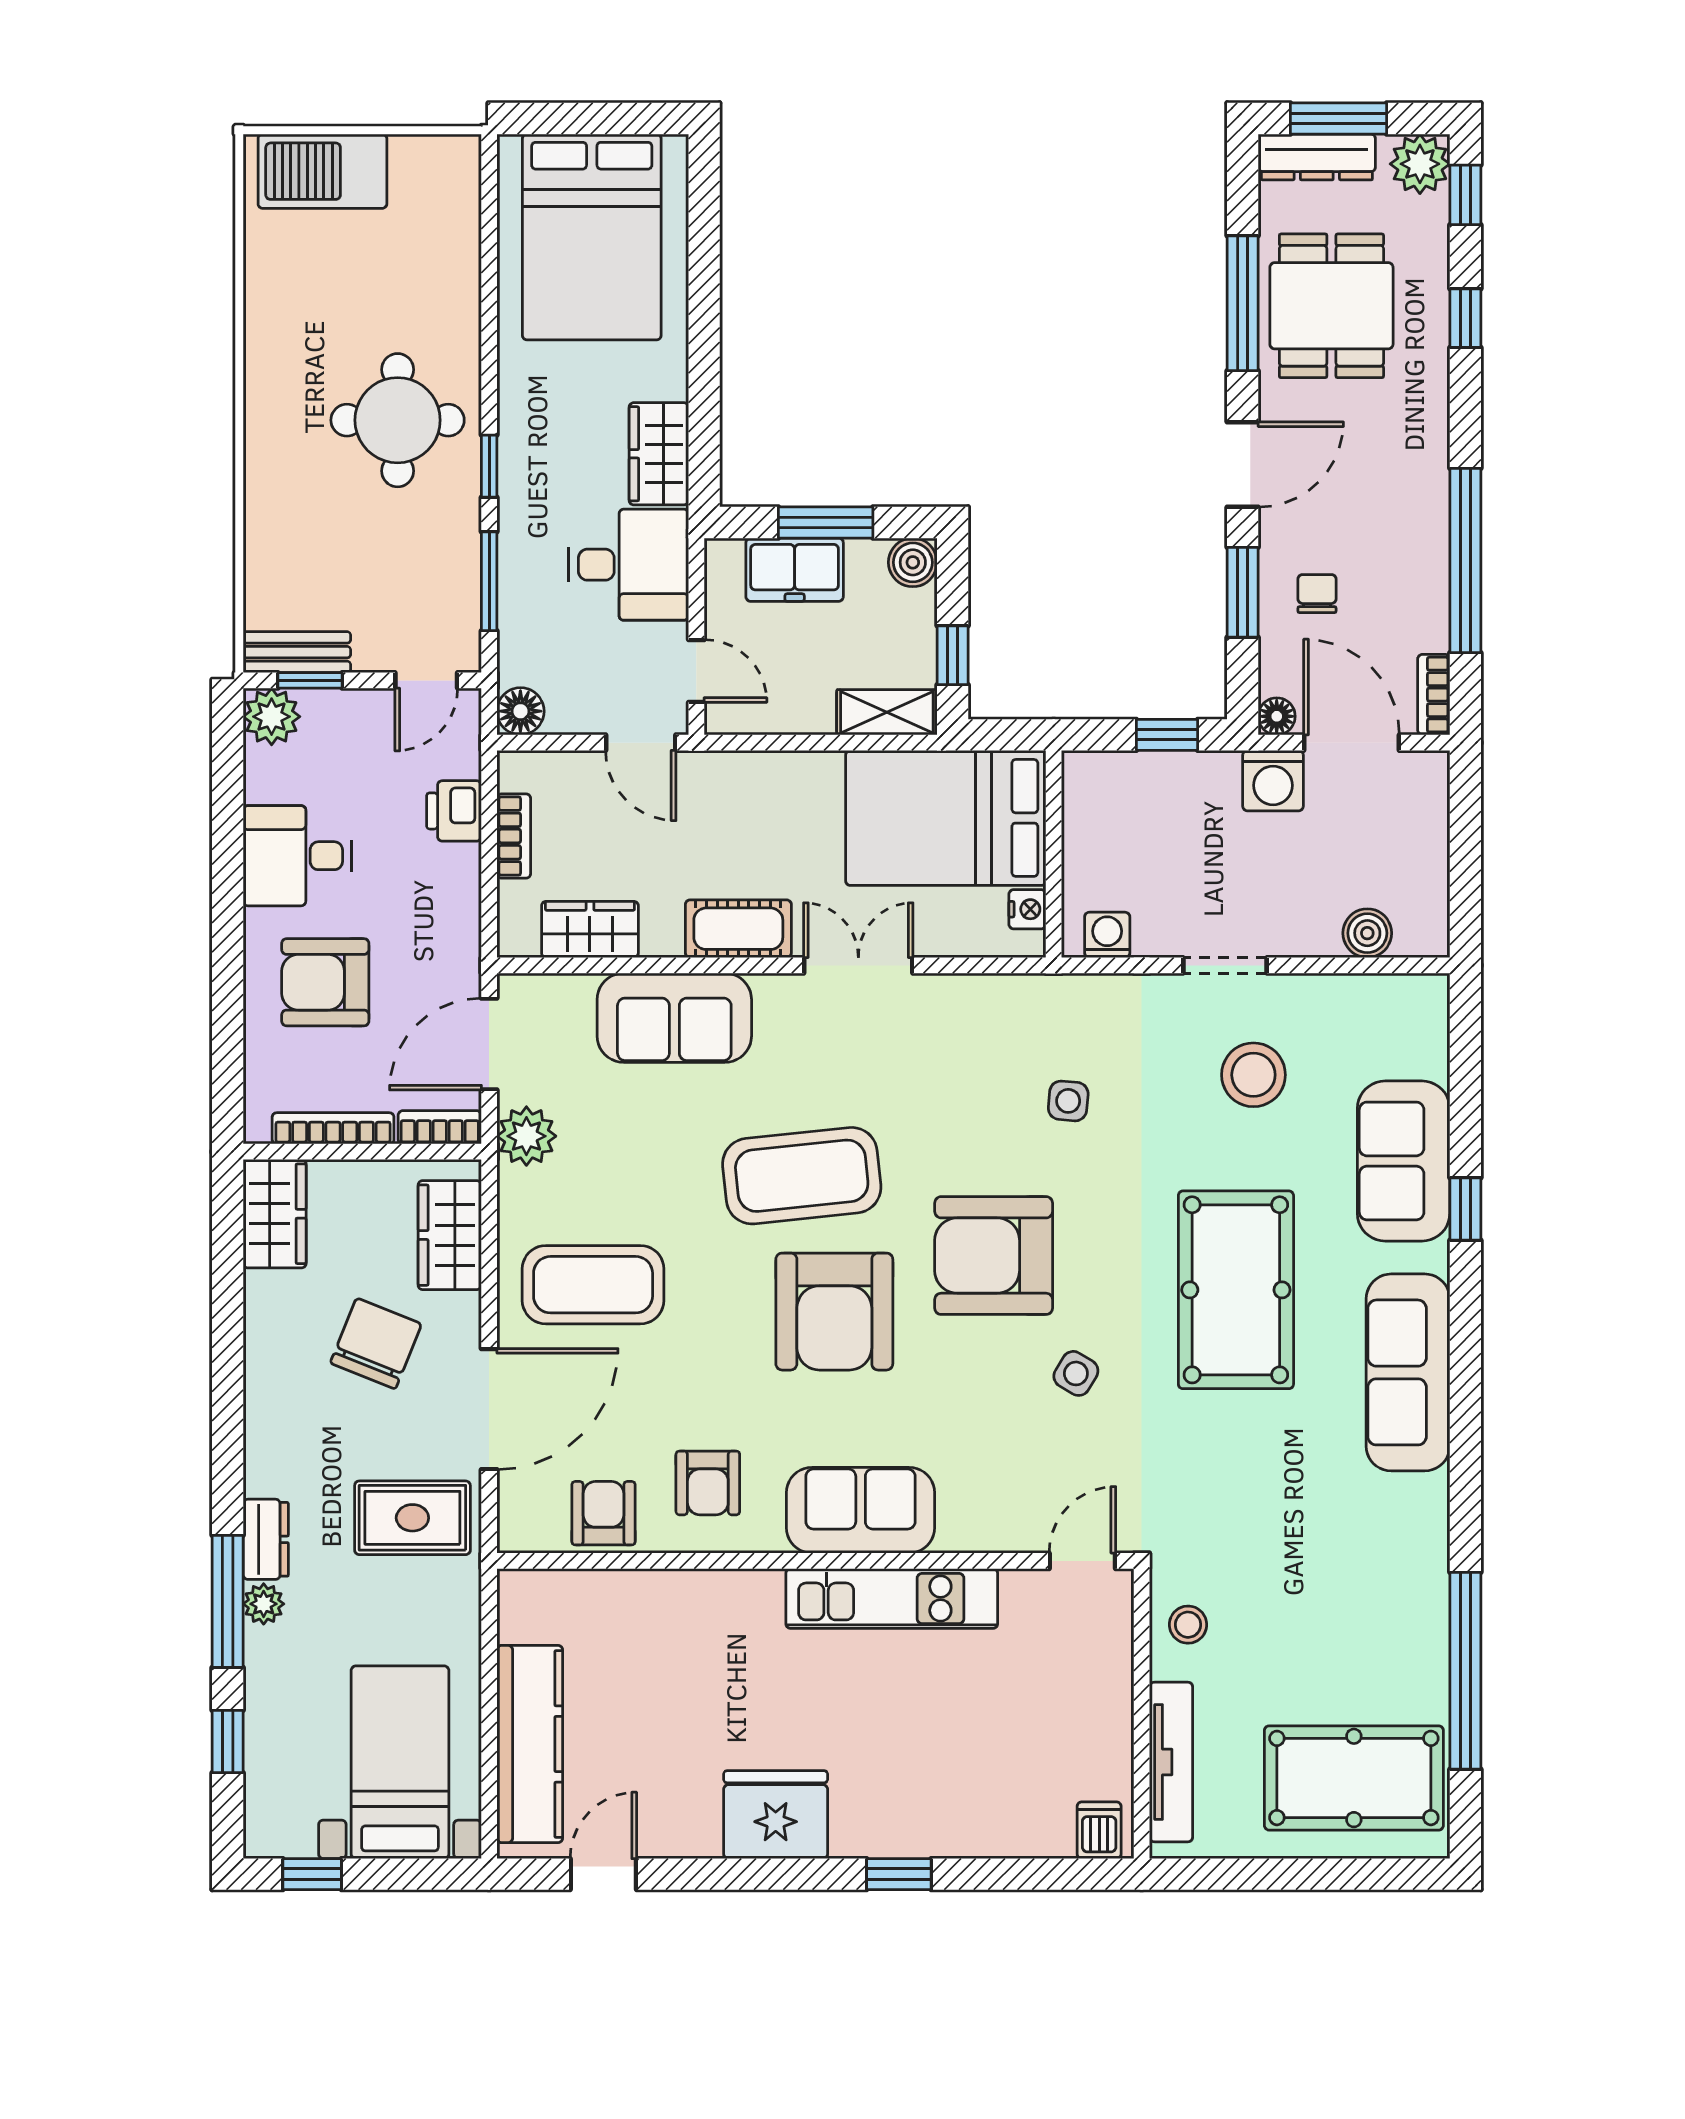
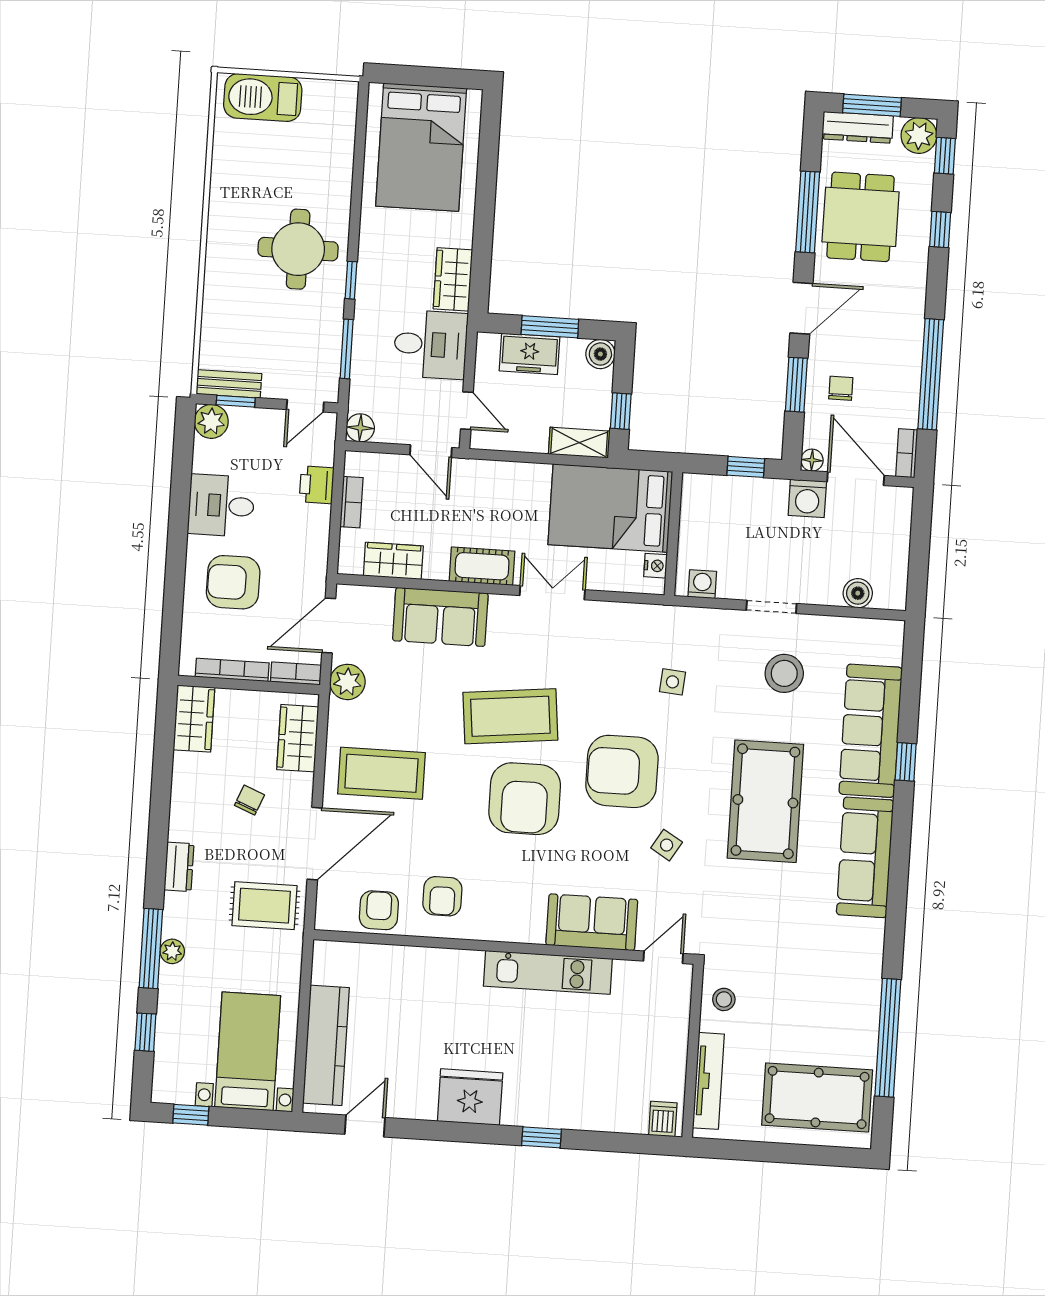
sofa: (1404, 1161) -> (871, 731), width x1.36
chair: (376, 1343) -> (249, 800), width x0.54, depth x0.54
sofa: (861, 1510) -> (592, 922), moved
dresser: (266, 1539) -> (179, 867), moved

